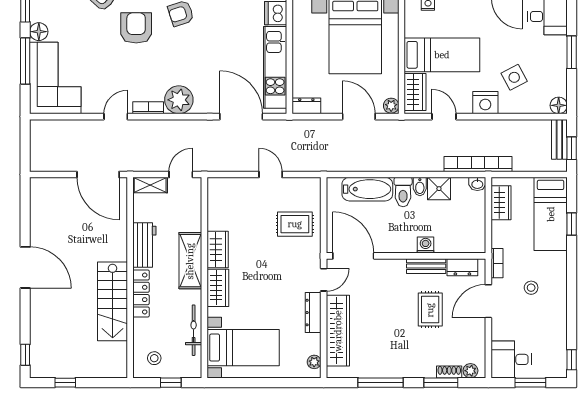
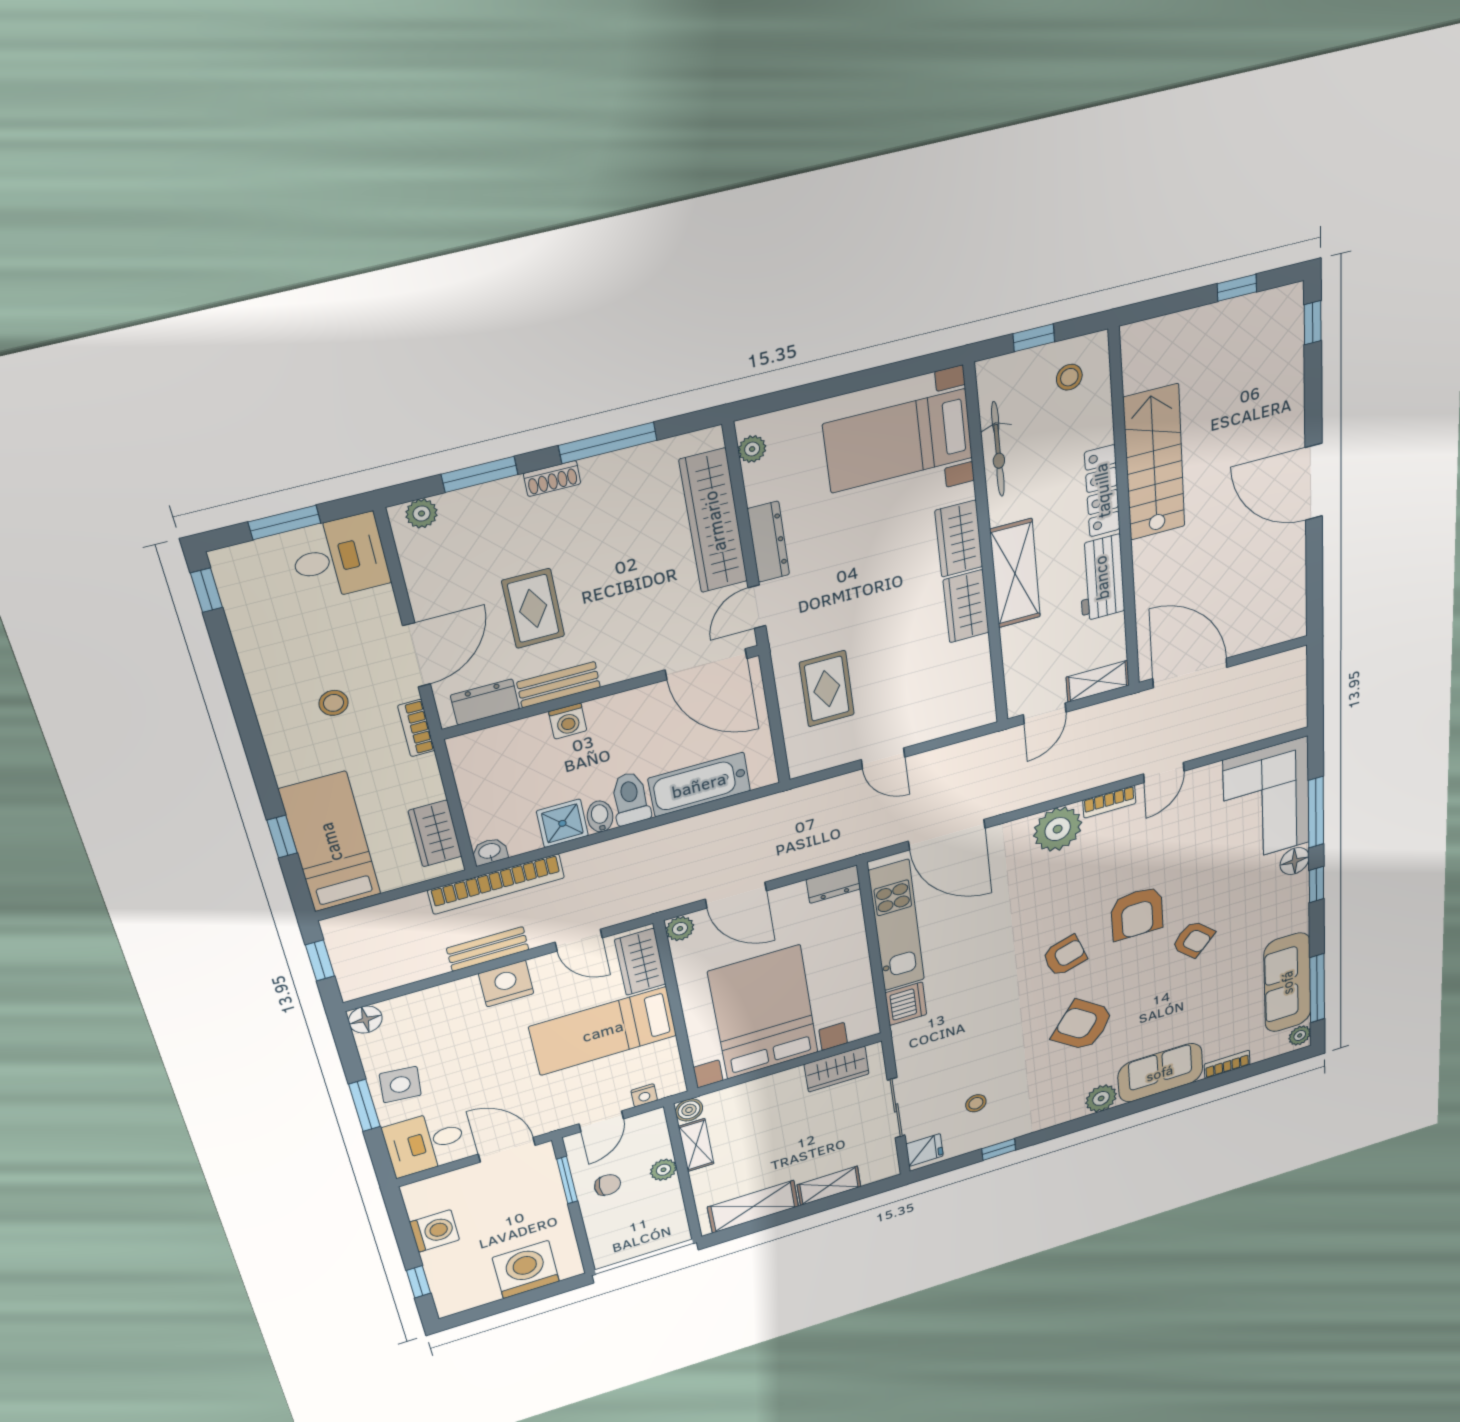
side table: (514, 77) -> (400, 1085), moved, turned 34
bench: (559, 139) -> (488, 949), moved, turned 90
rug: (295, 224) -> (827, 689), turned 90
shoe rack: (449, 372) -> (552, 479), moved

